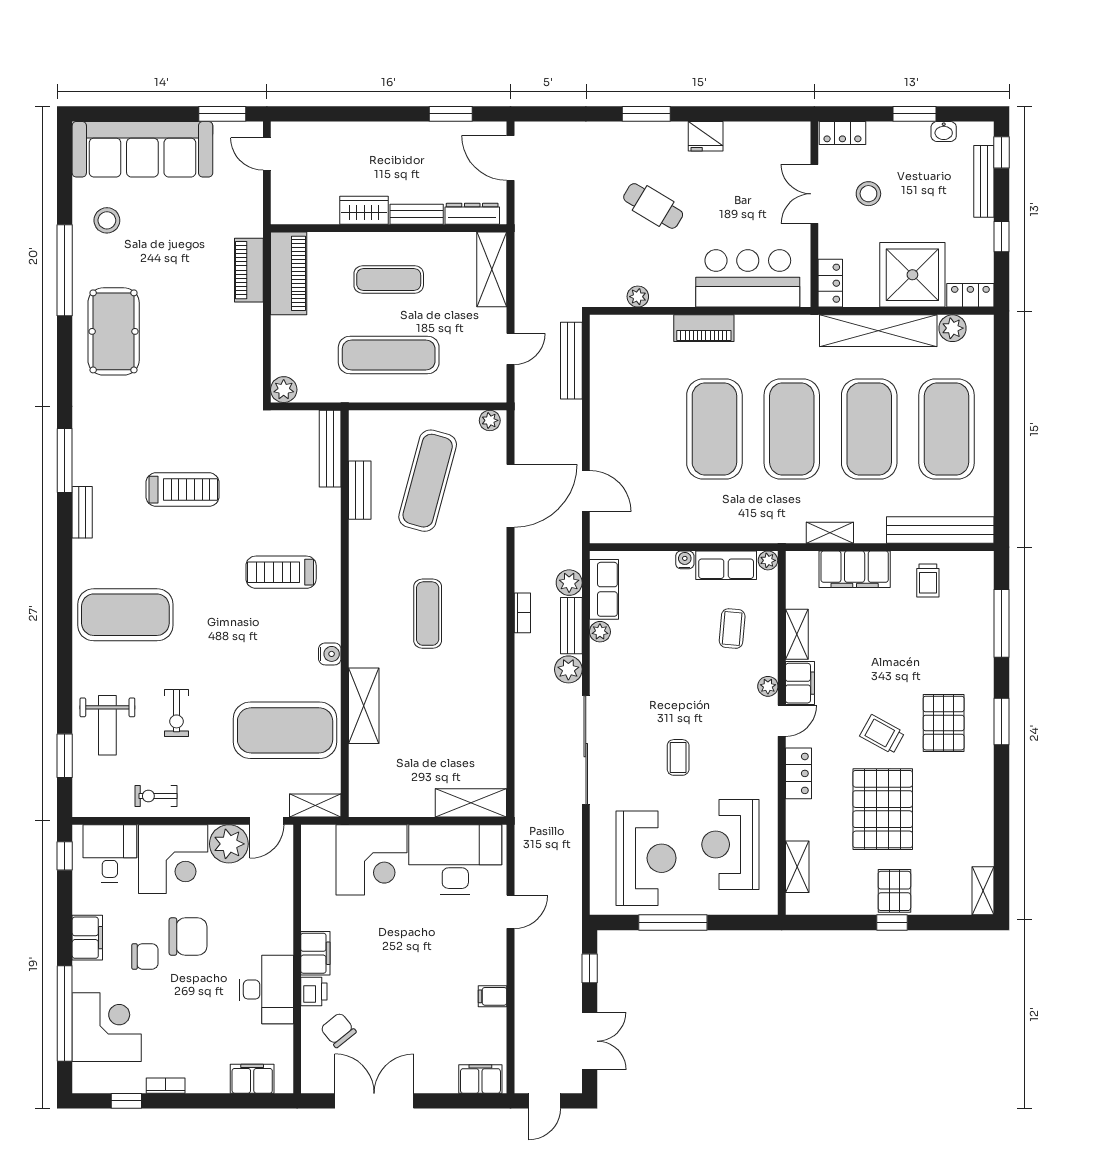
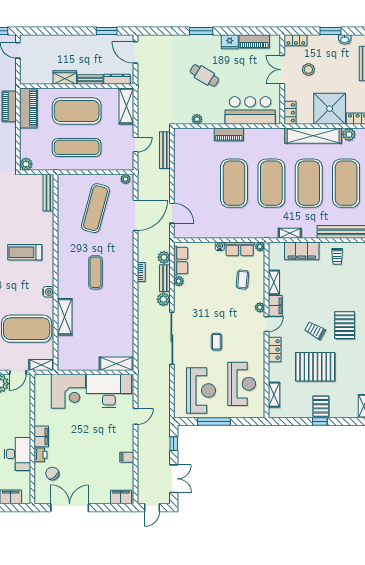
piano: (756, 135) -> (254, 41), added
exercise mat: (389, 280) -> (77, 111), width x2.00, depth x1.45
bench: (360, 490) -> (63, 213), removed
pallet: (883, 809) -> (315, 367), turned 90
reception desk: (730, 844) -> (242, 384), turned 180

